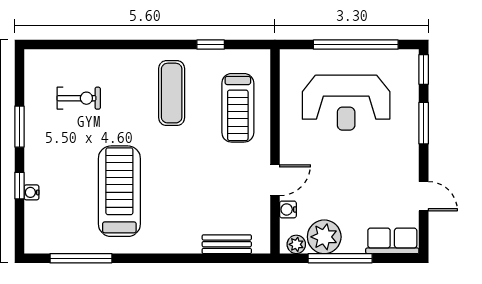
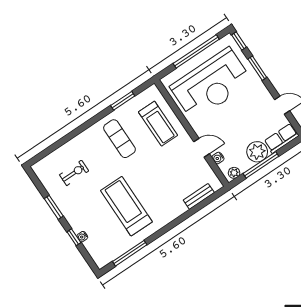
window: (211, 45) -> (123, 101), width x1.50
reception desk: (346, 103) -> (211, 84), width x1.36, depth x1.30
door: (275, 180) -> (201, 148), hinge flipped
plant: (324, 237) -> (257, 152), moved

